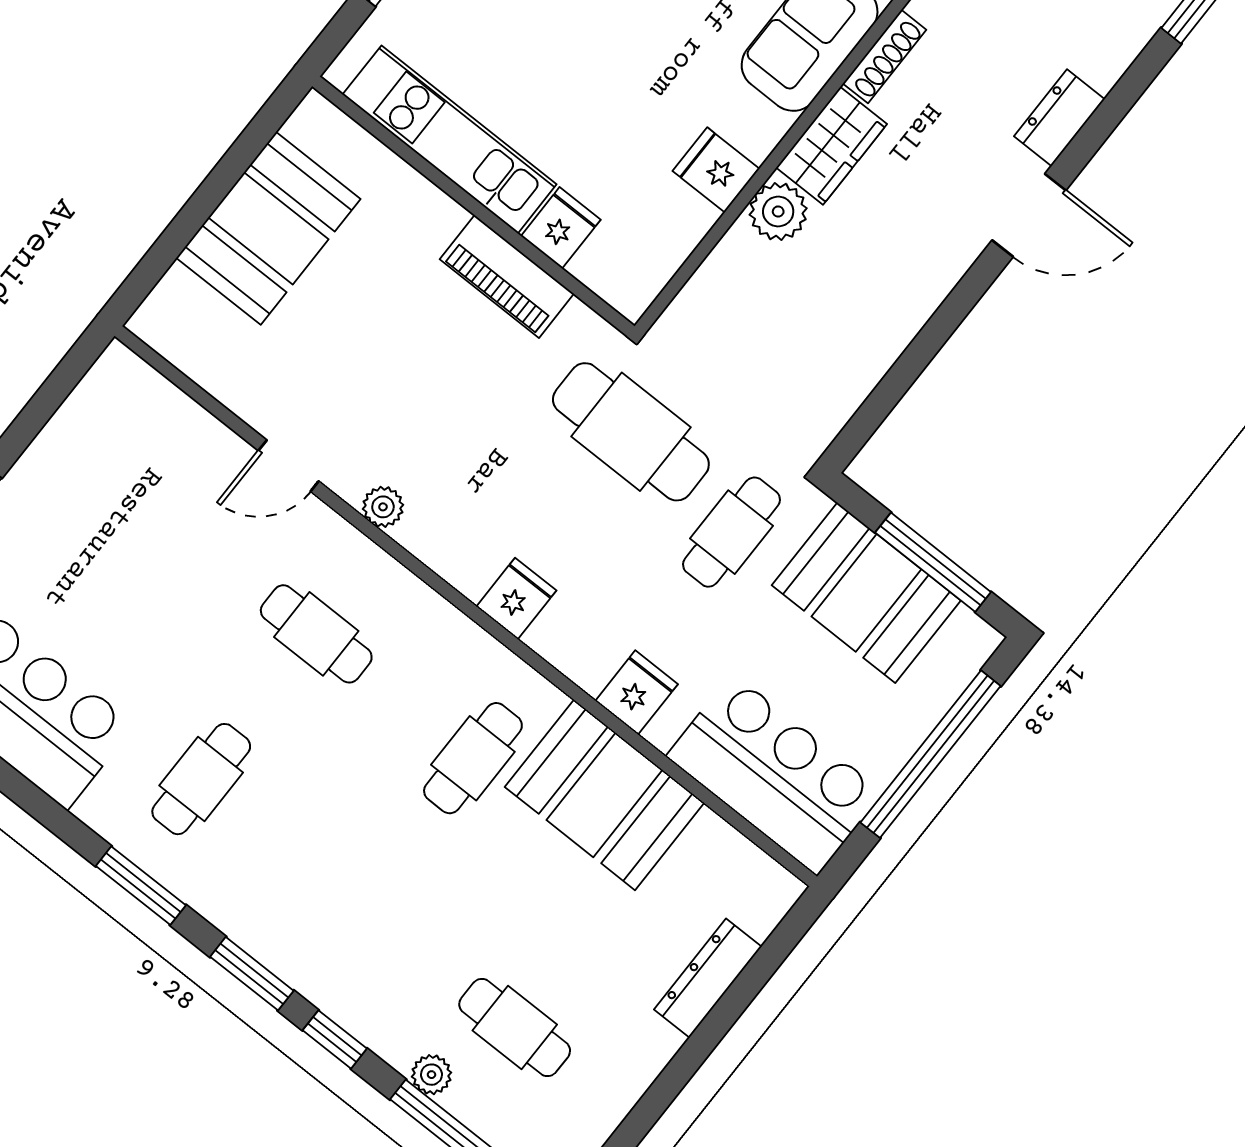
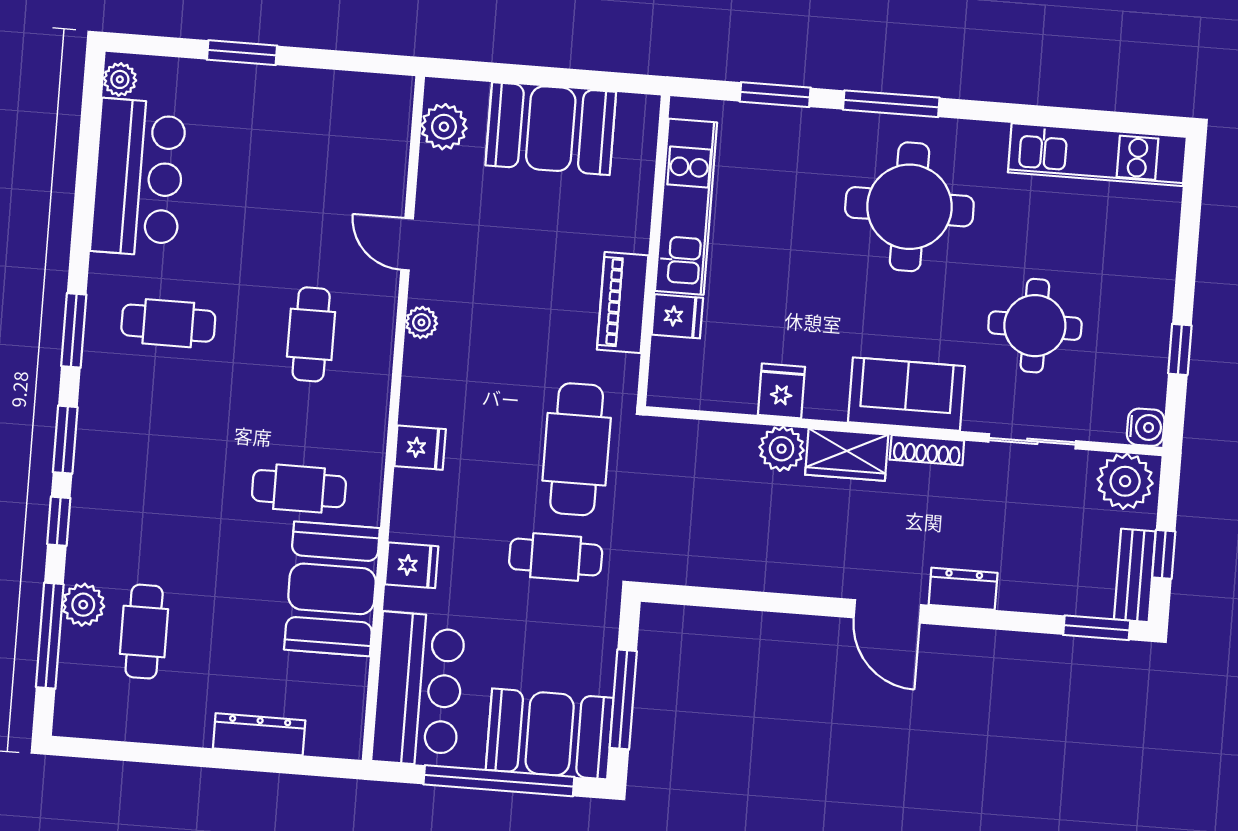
plant: (189, 342) -> (444, 127), added
booth: (866, 593) -> (550, 734), moved, turned 90
plant: (431, 1075) -> (83, 605), width x1.38, depth x1.38

